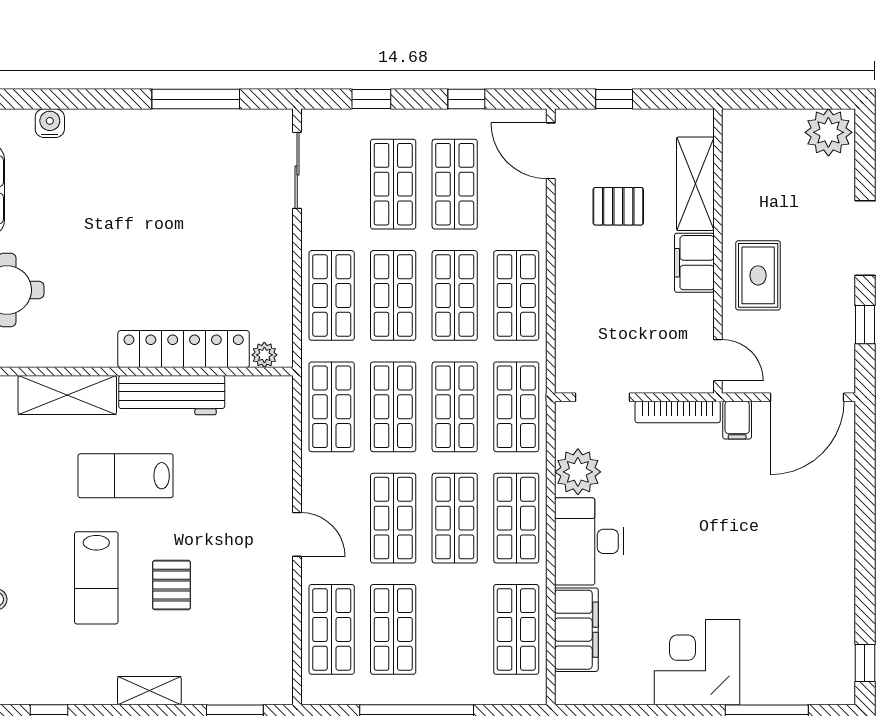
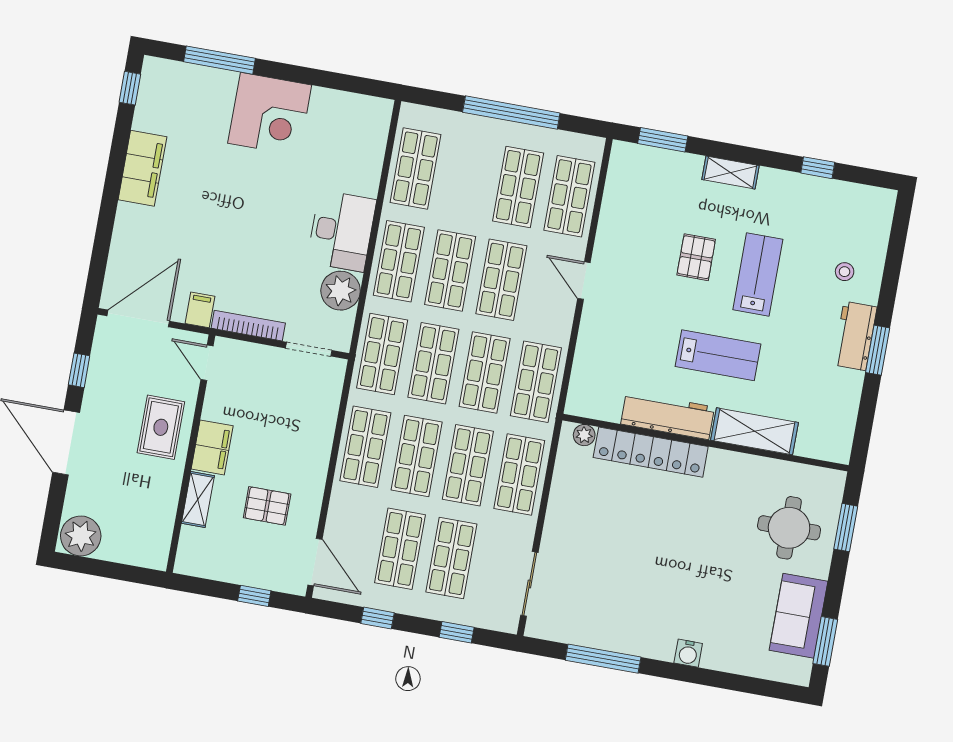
water cooler: (50, 123) -> (688, 653), moved
shelving: (695, 184) -> (198, 499), width x0.67, depth x0.75
filing cabinet: (576, 630) -> (142, 168), moved, turned 180

